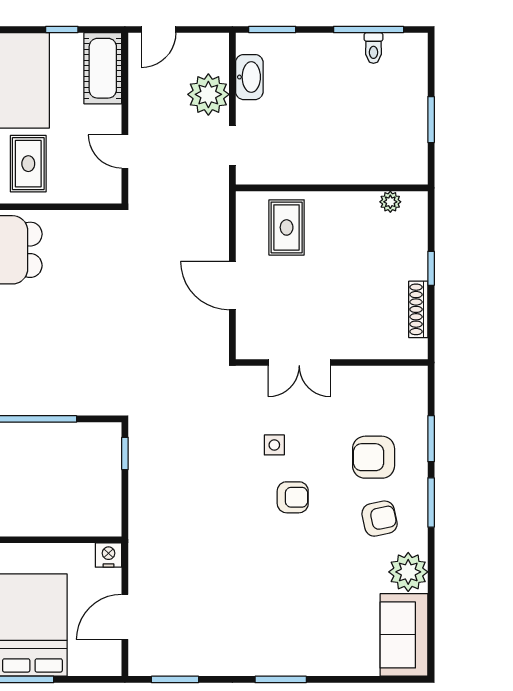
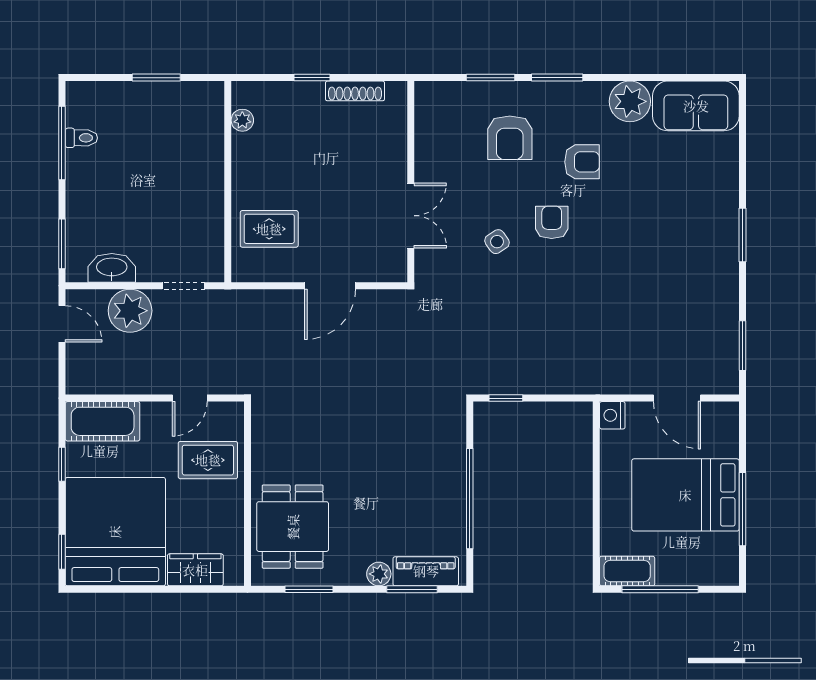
door: (158, 29) -> (62, 324), moved
rug: (28, 164) -> (208, 460), moved
side table: (274, 445) -> (497, 242), turned -34
armchair: (380, 519) -> (582, 162), moved, turned 102

